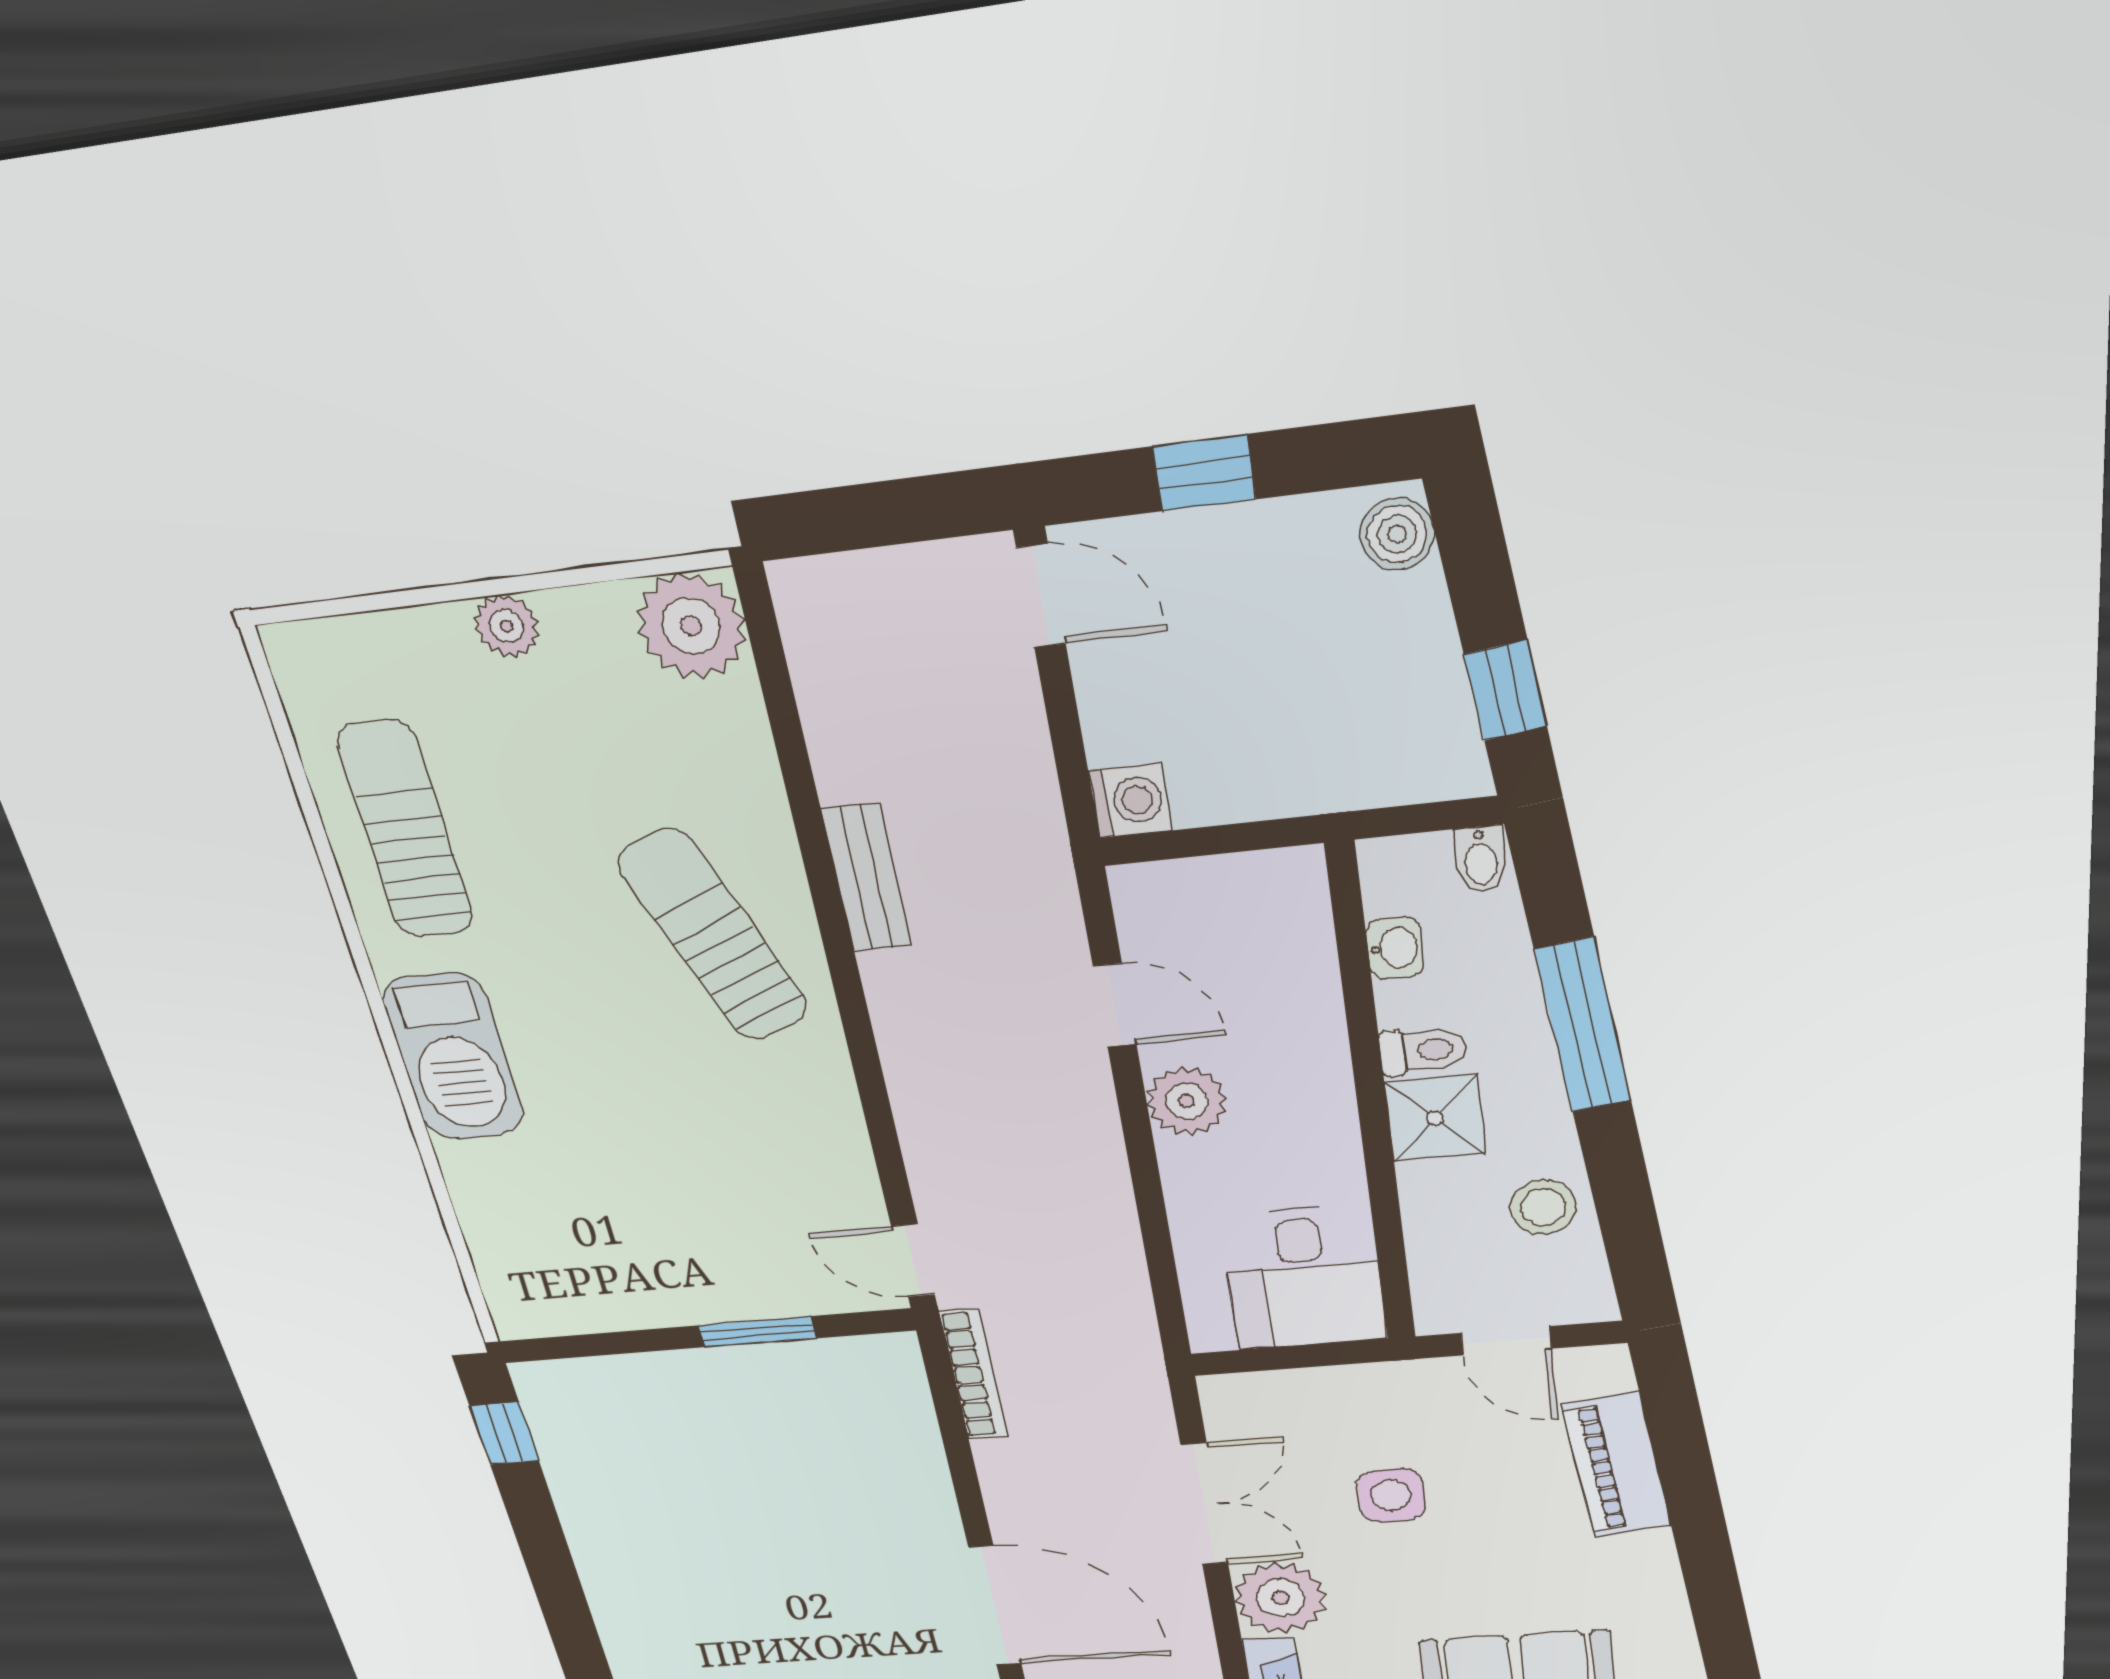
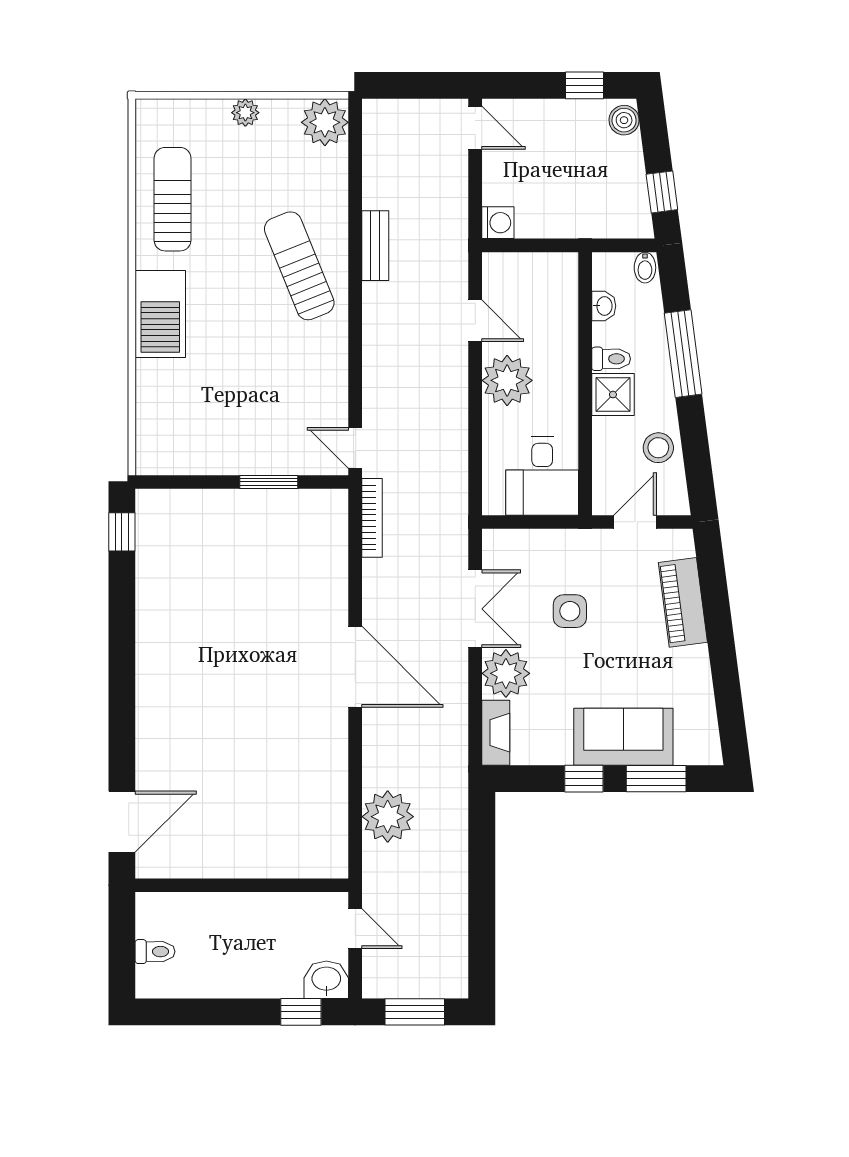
window: (1204, 473) -> (584, 85), moved
plant: (1187, 1101) -> (507, 380), width x1.36, depth x1.36
door: (1506, 1341) -> (635, 522), swing flipped

